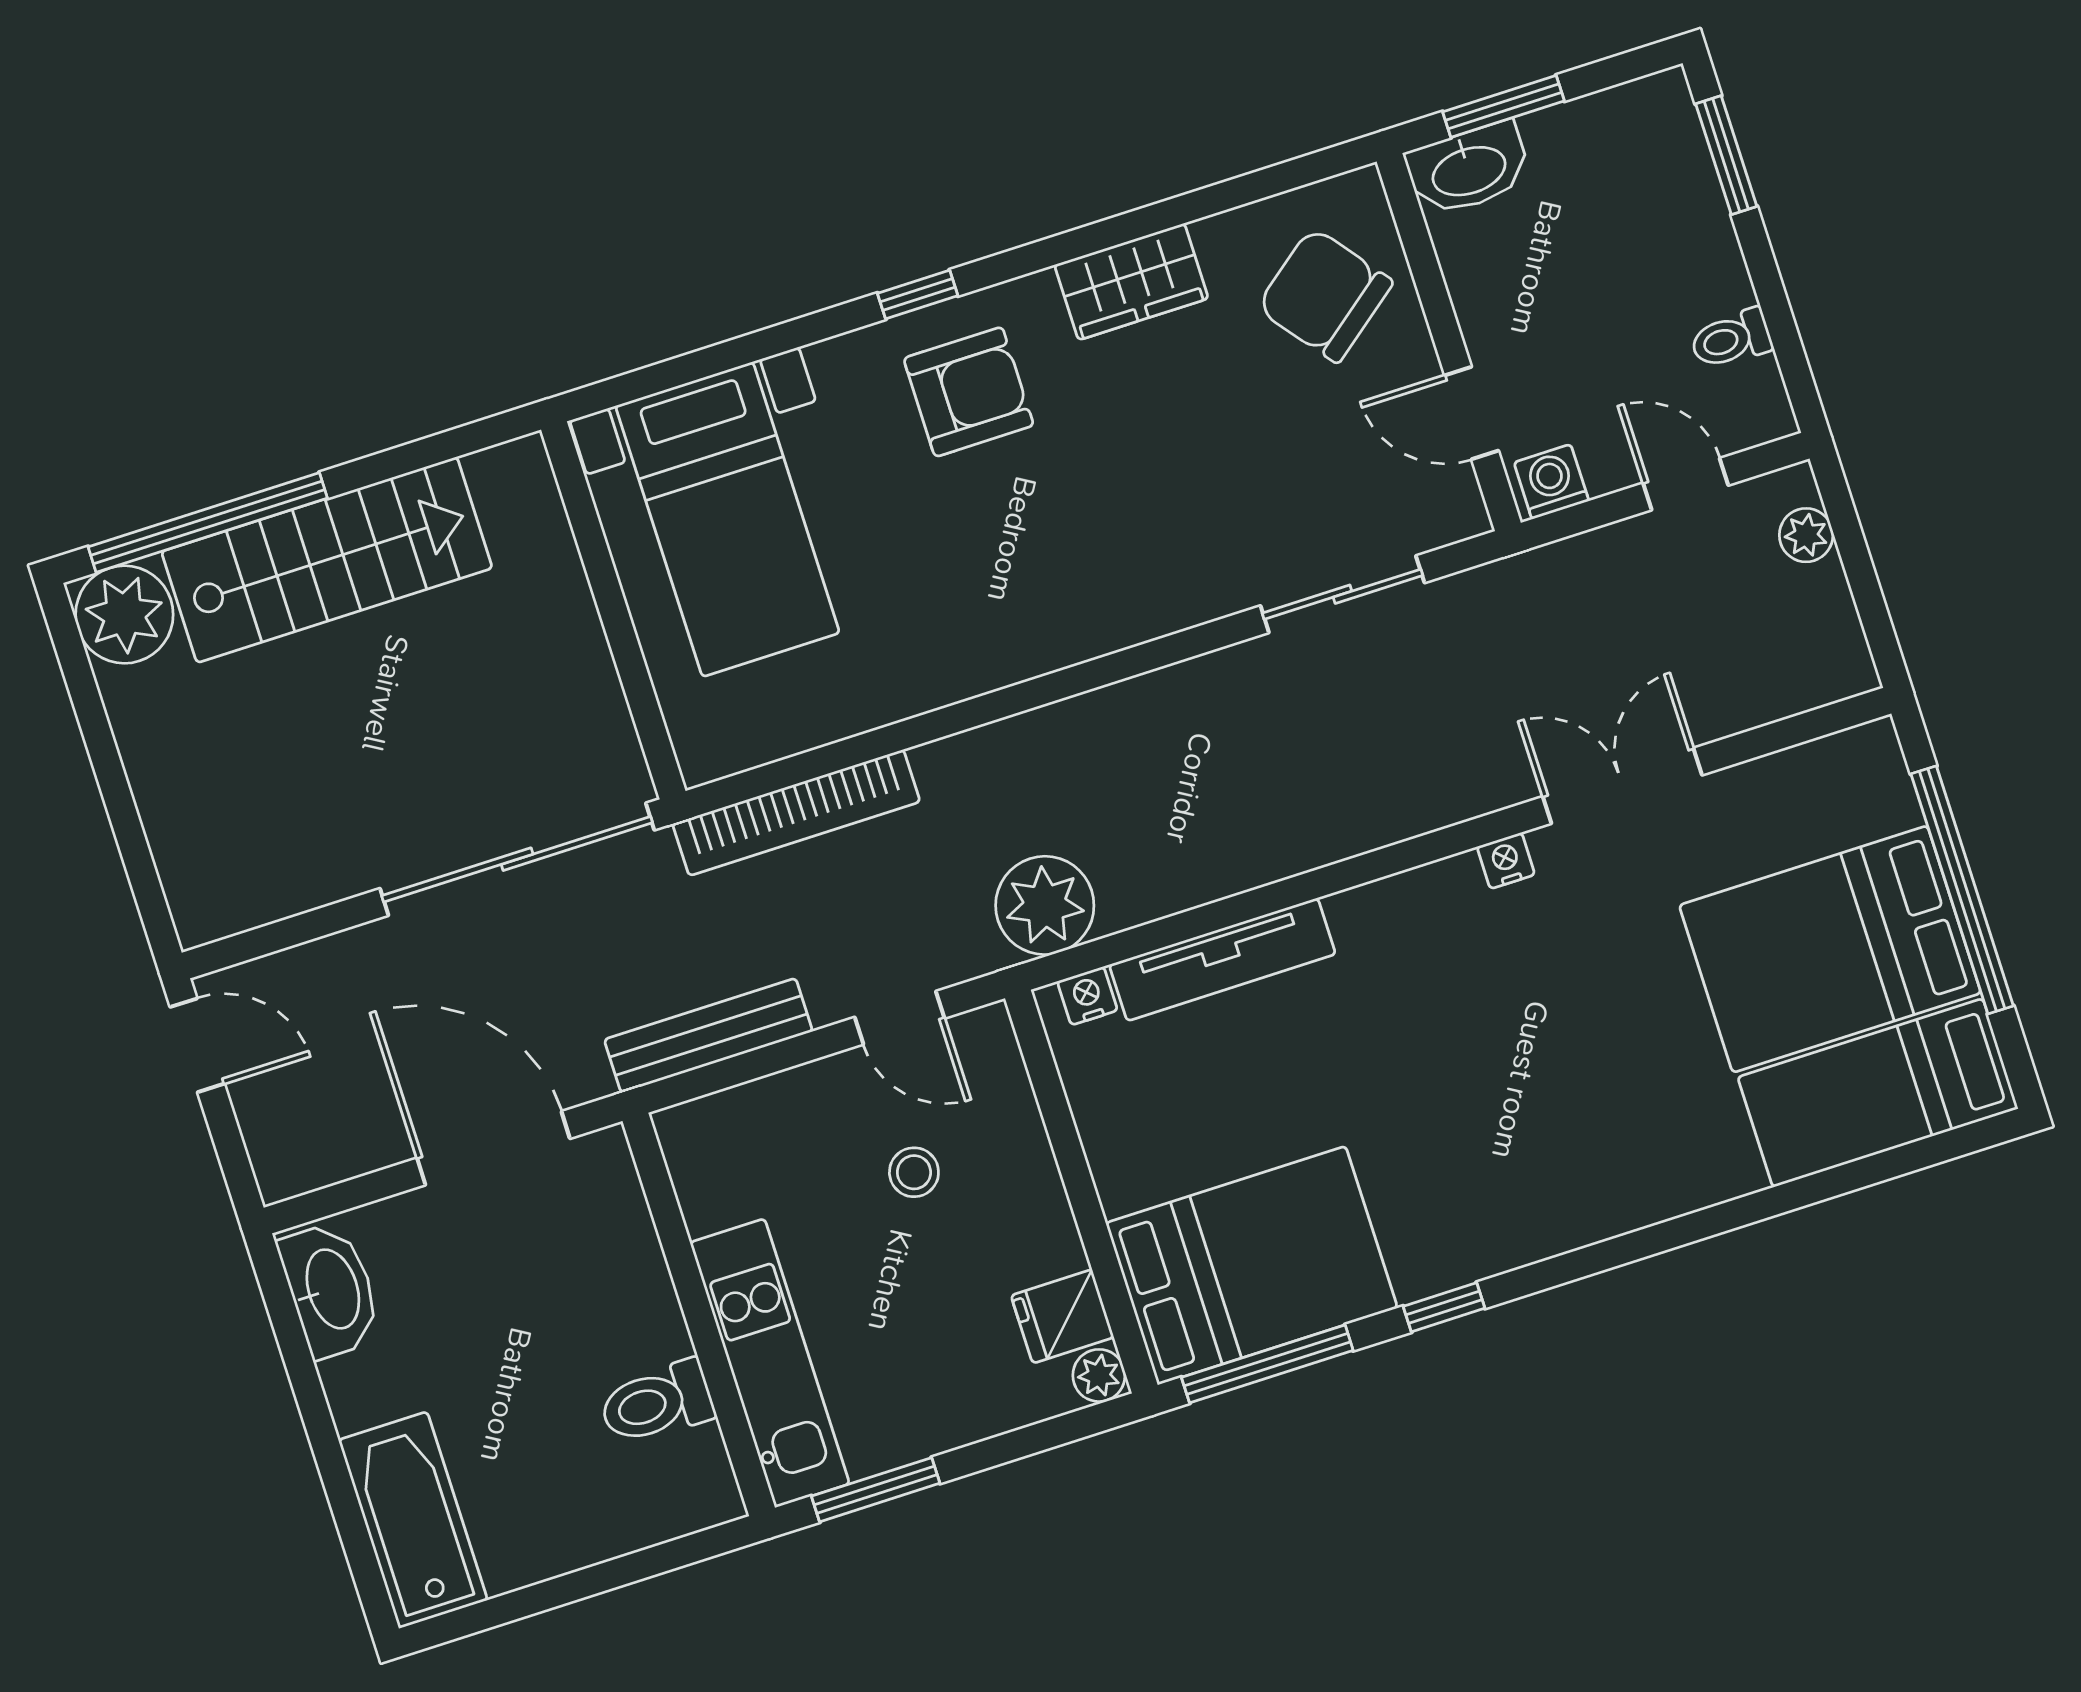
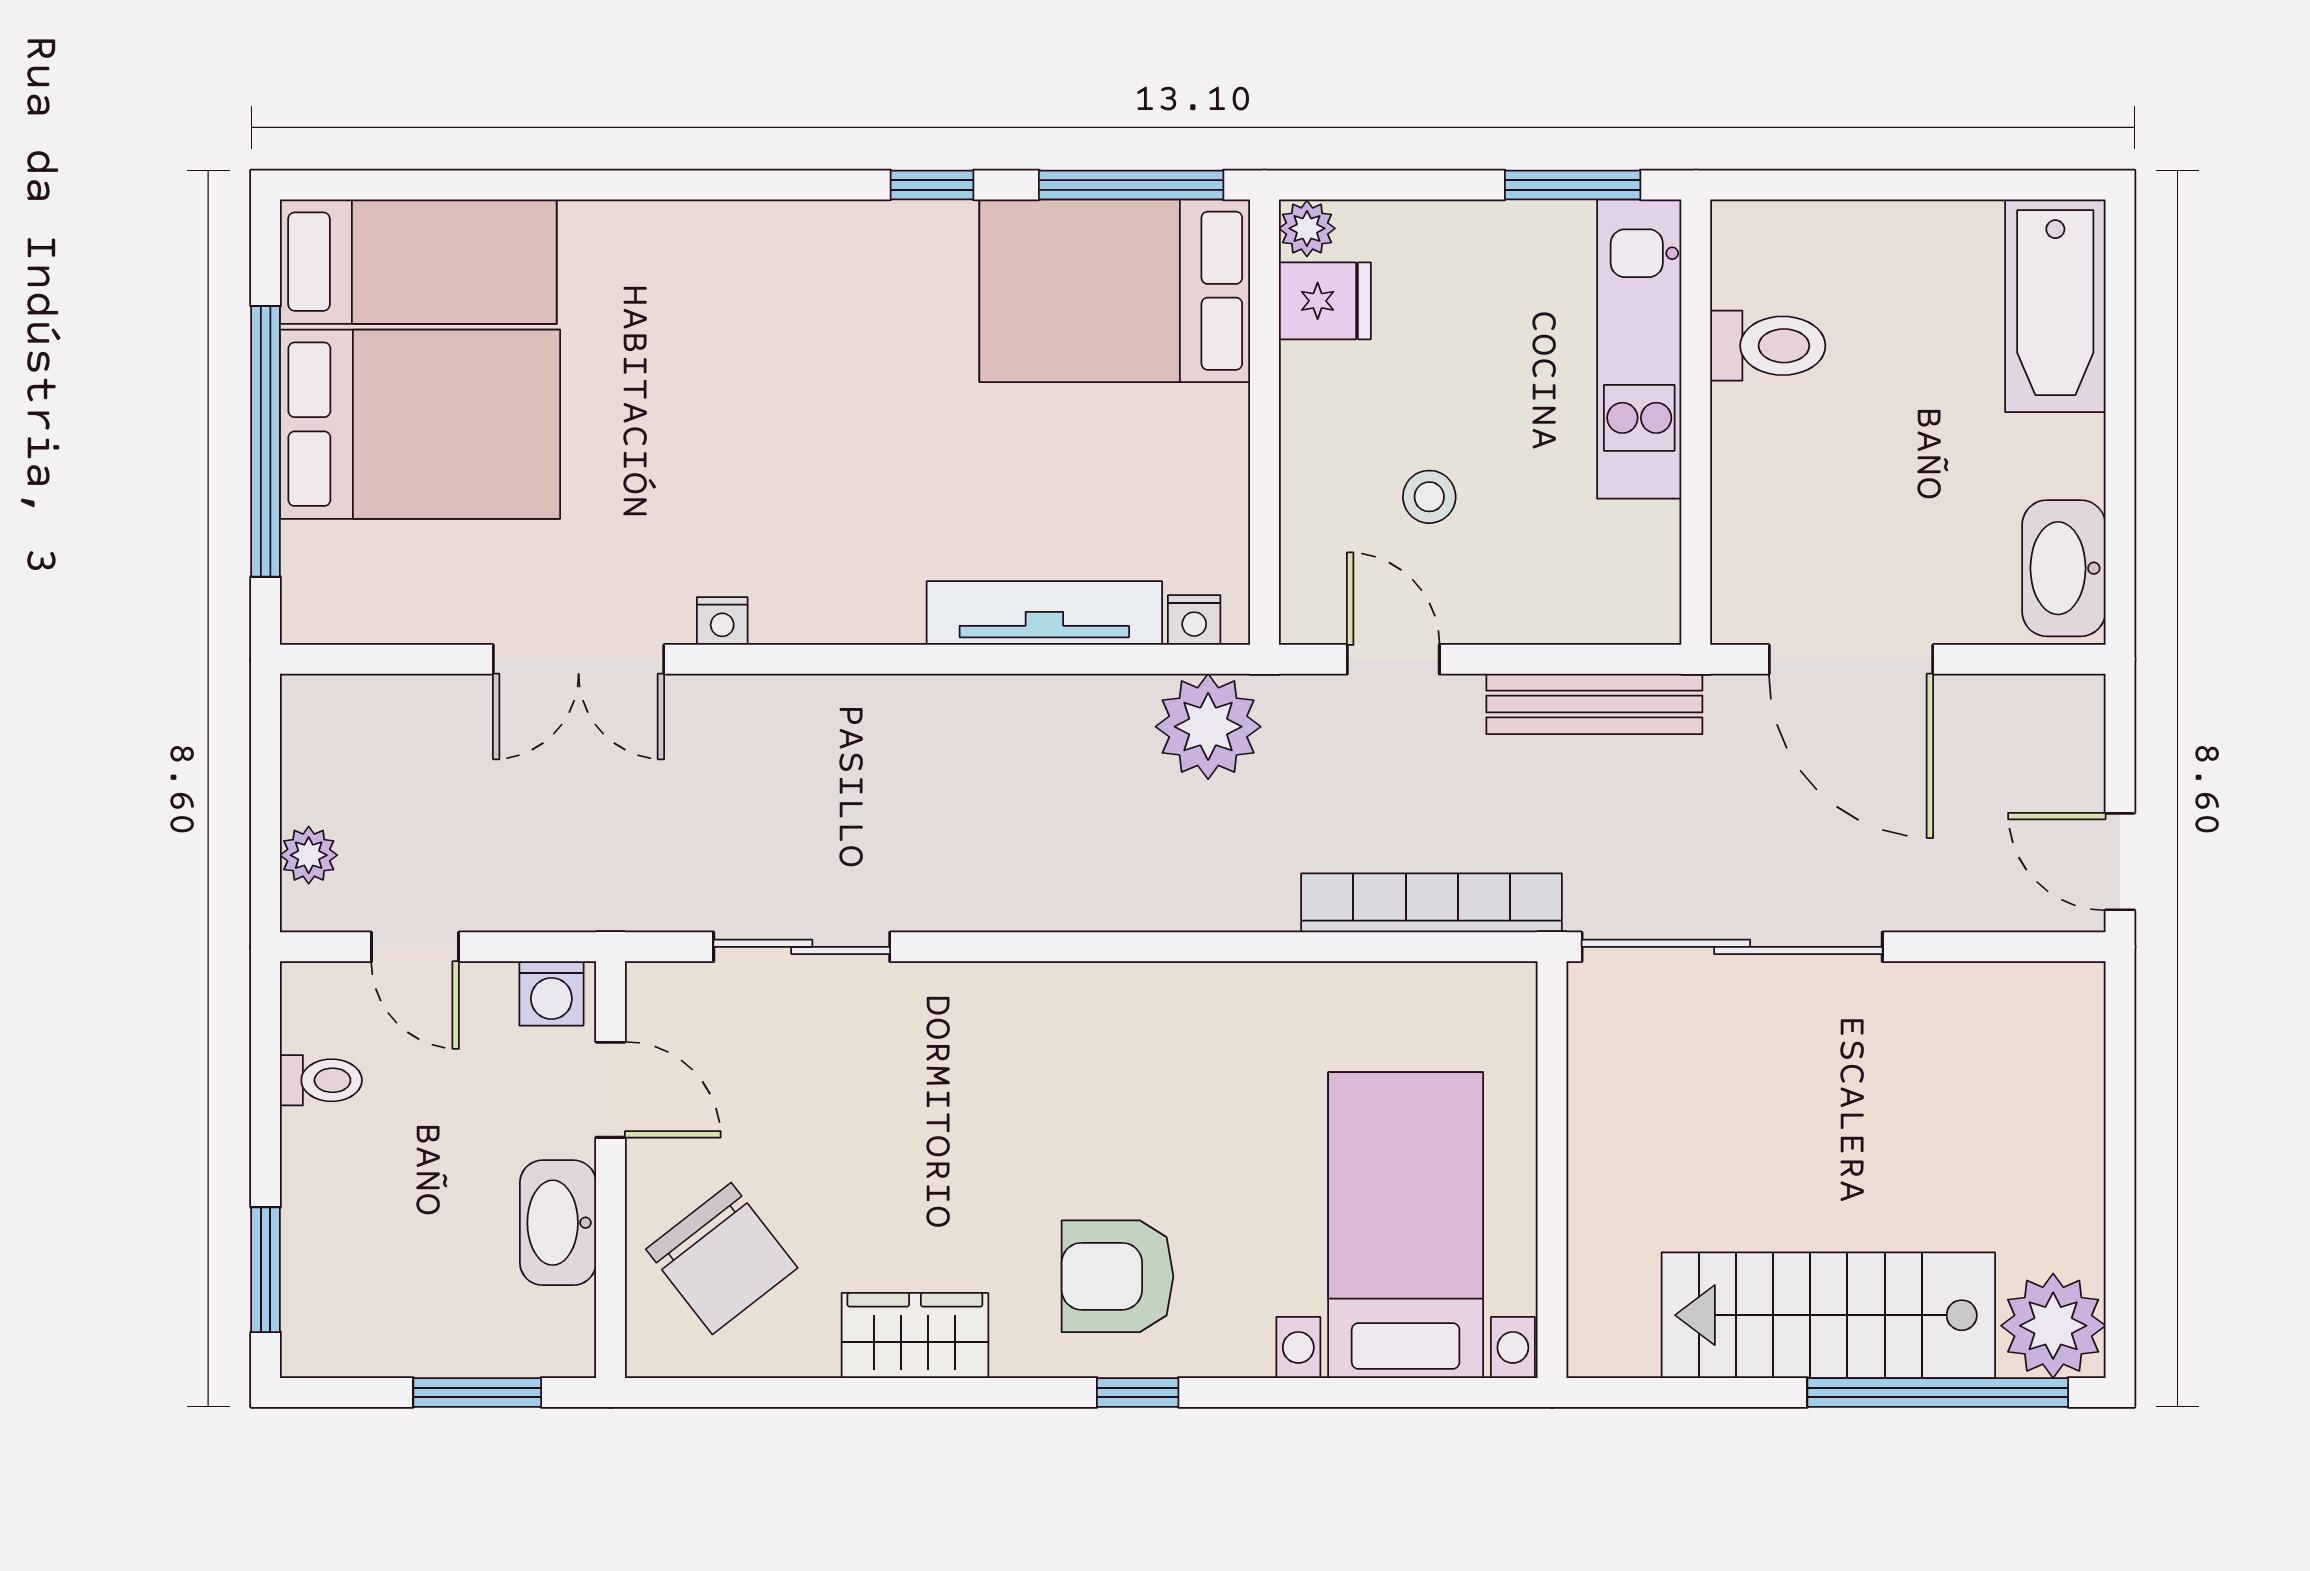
washbasin: (1468, 169) -> (558, 1223), moved, turned -90

